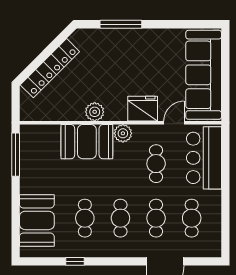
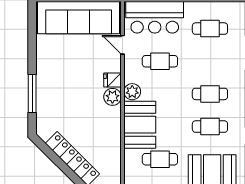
fridge: (143, 109) -> (113, 80), width x0.53, depth x0.75
plant: (95, 112) -> (112, 97), moved
cafe table: (156, 218) -> (160, 159), moved

